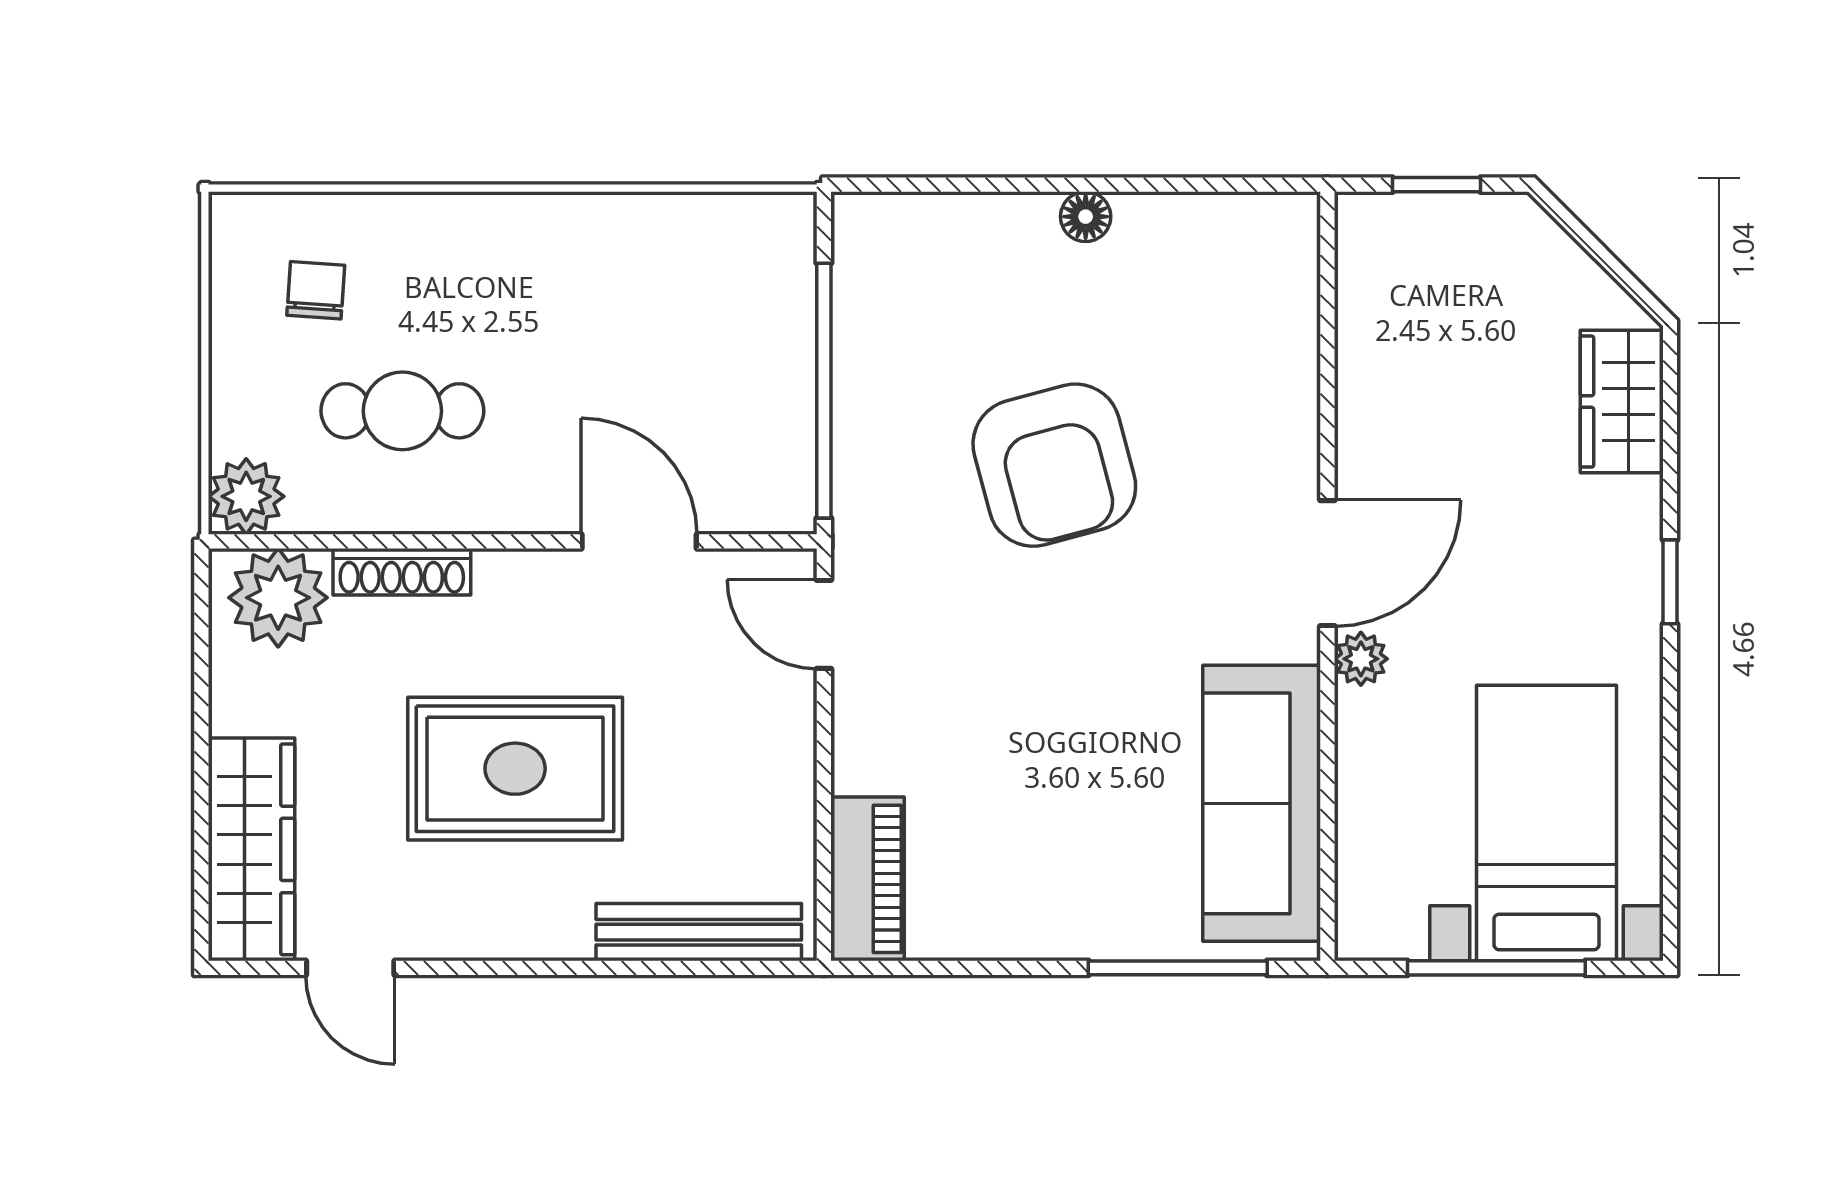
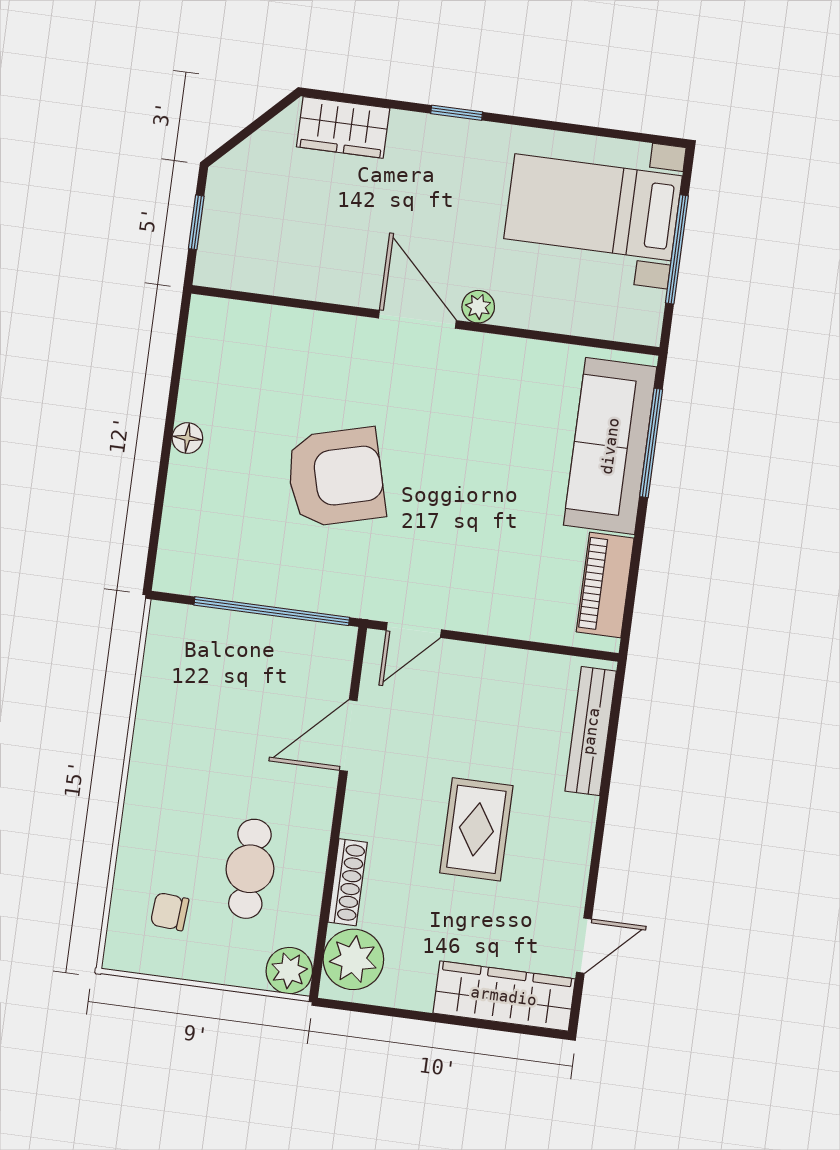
rug: (515, 769) -> (476, 829), width x0.73, depth x0.70
sofa: (1262, 803) -> (610, 446), moved, turned 90
piano: (867, 879) -> (605, 585), moved, turned -90

